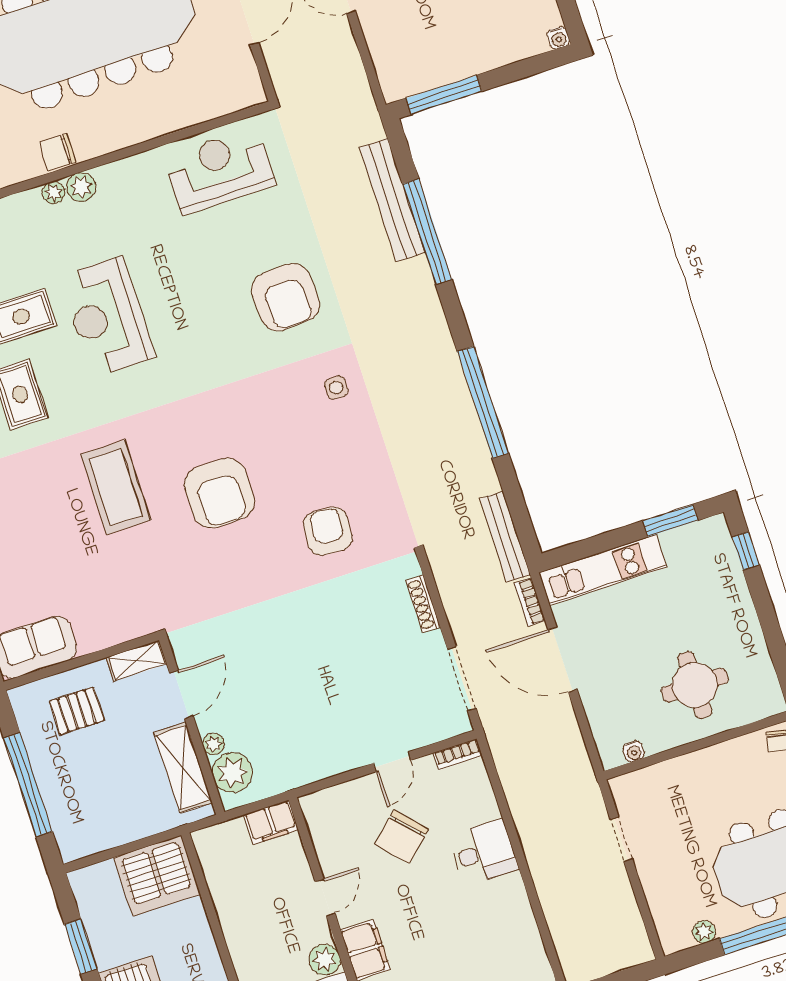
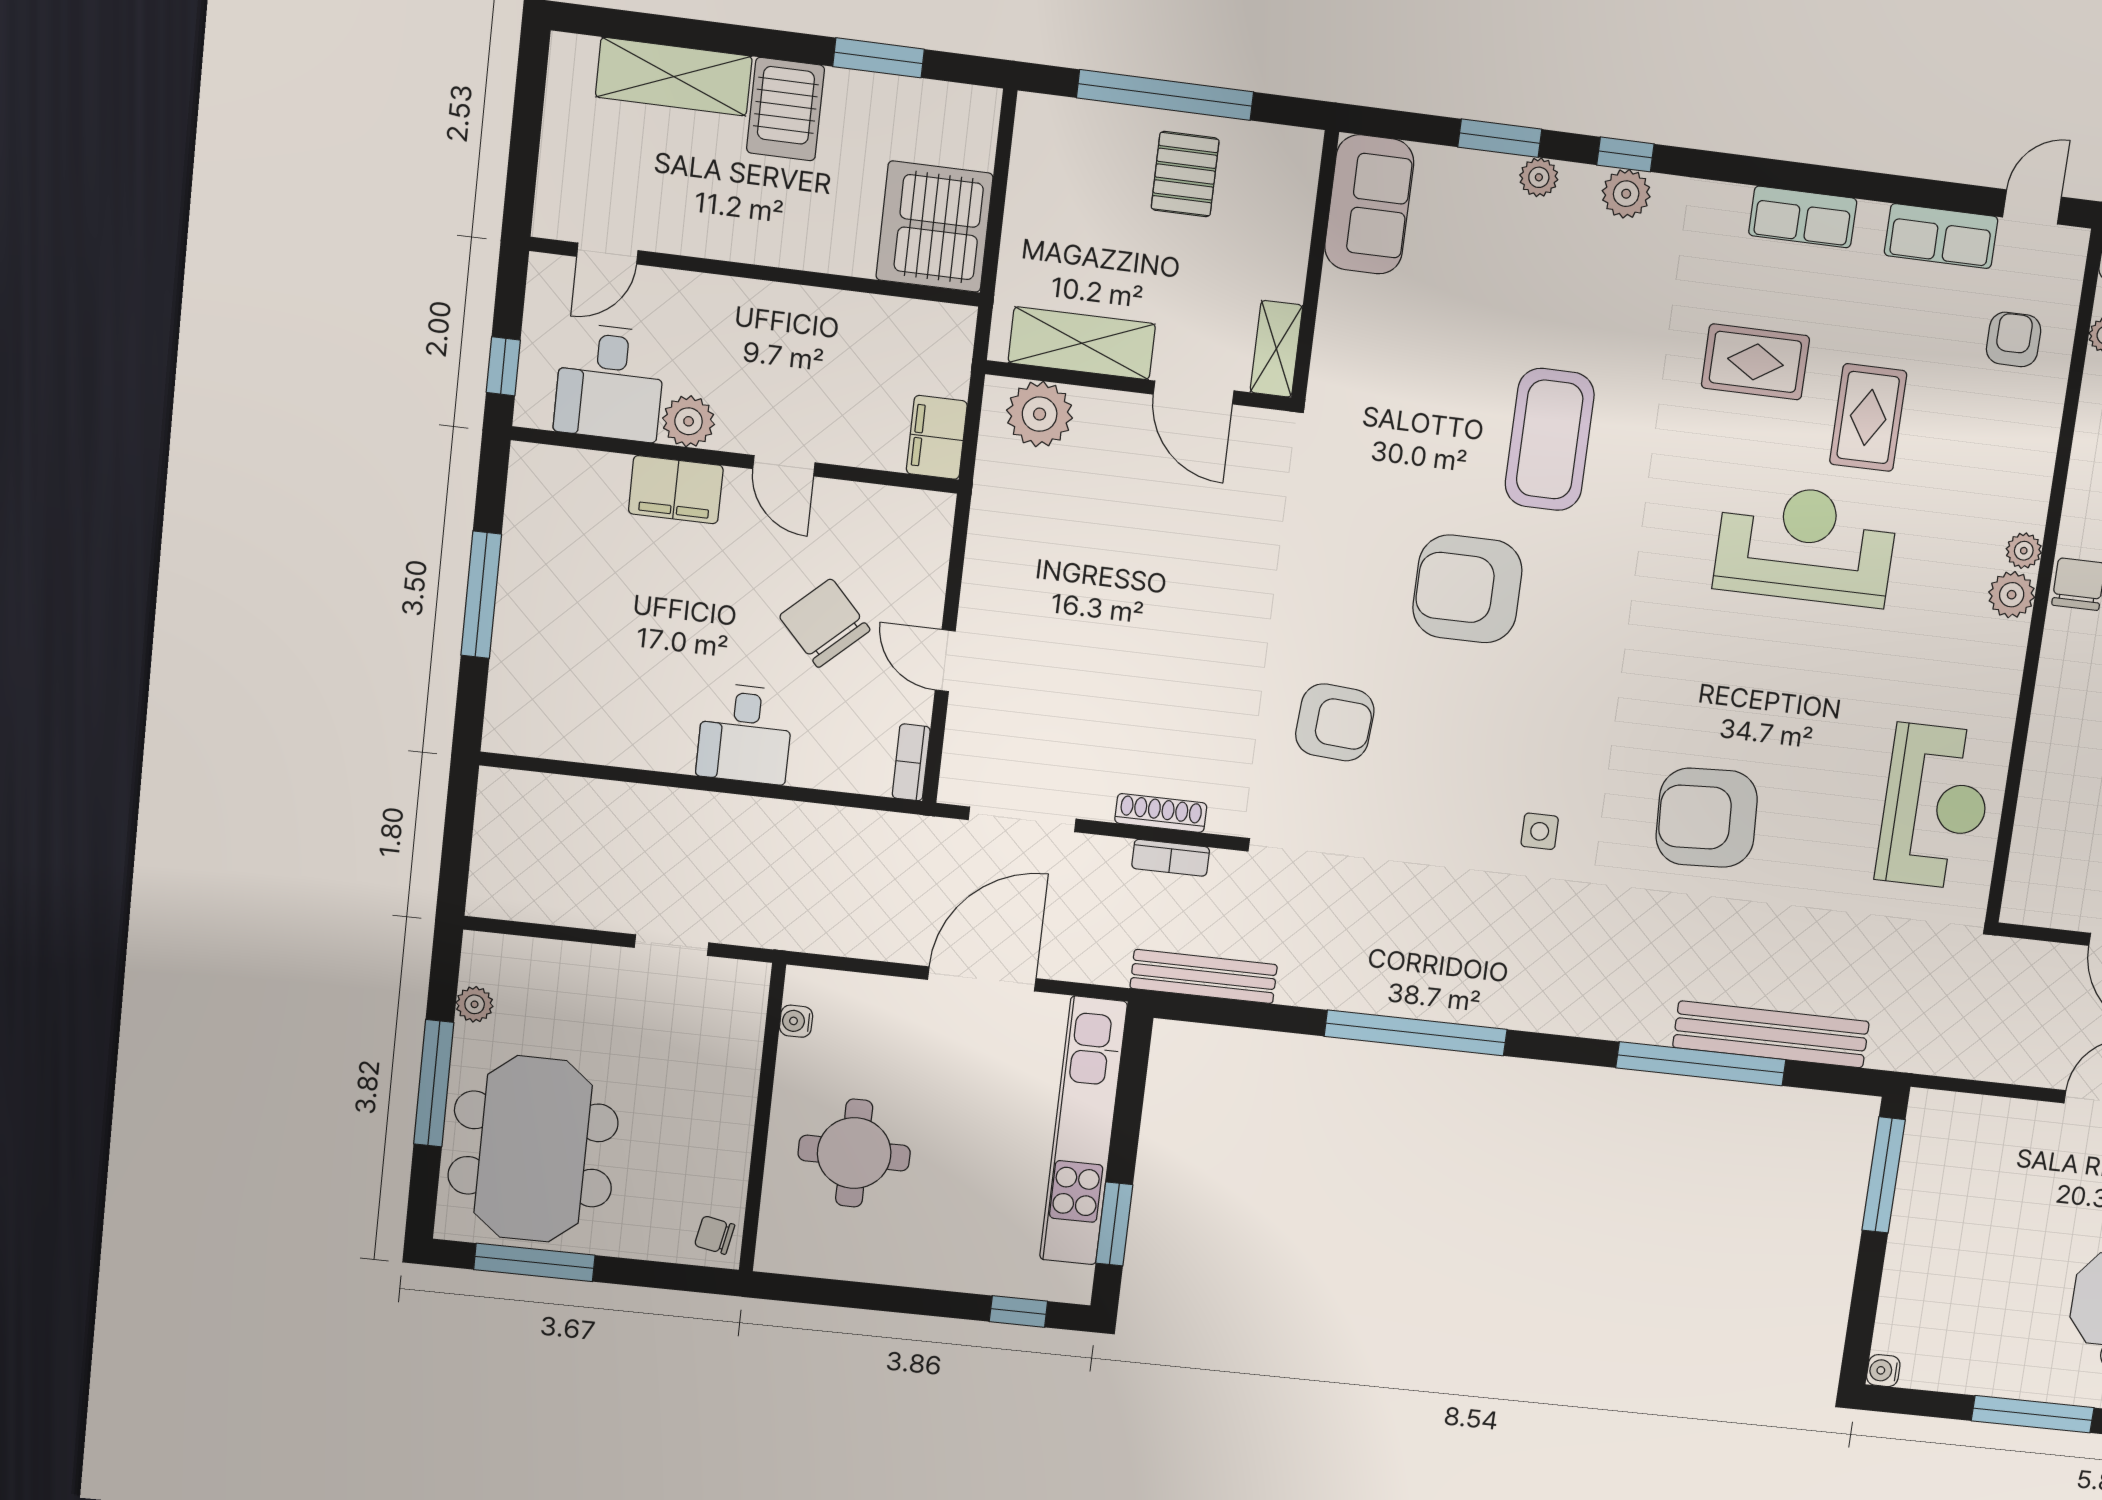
coffee table: (116, 487) -> (1550, 439), turned 90
kitchen unit: (603, 570) -> (1083, 1131), width x1.36
bookcase: (530, 602) -> (1171, 858), moved, turned 180
pallet: (77, 711) -> (1185, 174), moved
plant: (213, 744) -> (1096, 406), removed

